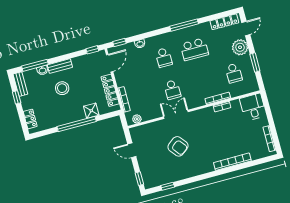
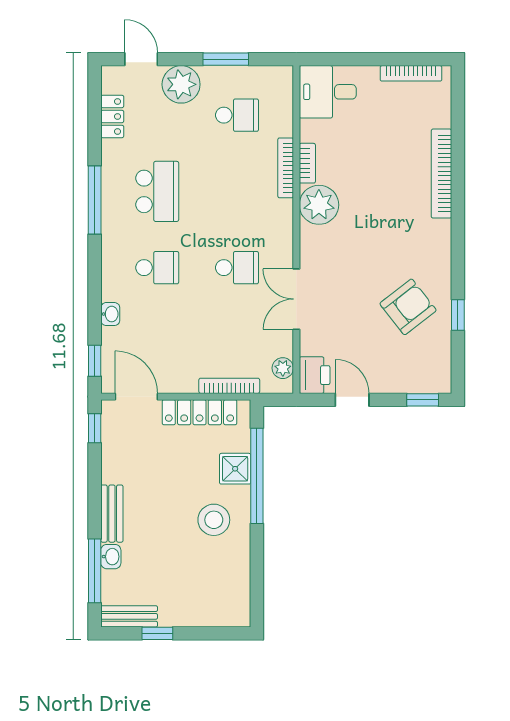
locker: (224, 22) -> (112, 116), width x0.66
stool: (62, 88) -> (214, 520), moved
double door: (176, 114) -> (296, 299), moved
plant: (207, 116) -> (319, 205), added
locker: (30, 119) -> (216, 615), removed
window: (77, 124) -> (257, 476), moved
printer: (138, 133) -> (315, 375), added
armchair: (178, 146) -> (408, 307), moved
door: (132, 150) -> (352, 400), swing flipped
window: (168, 186) -> (458, 315), moved

